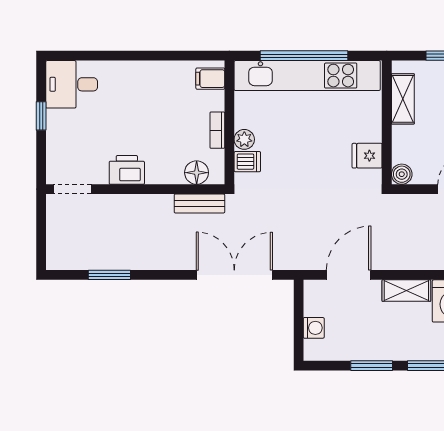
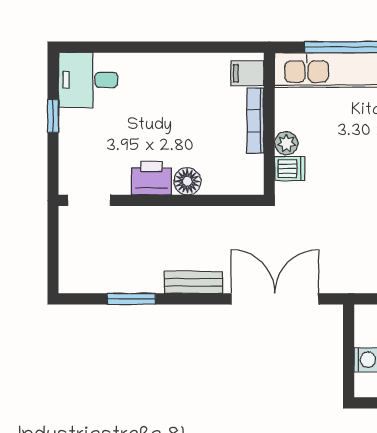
bookcase: (217, 130) -> (255, 121), width x1.56
floor lamp: (197, 173) -> (187, 181), moved
bench: (199, 204) -> (194, 282), moved

